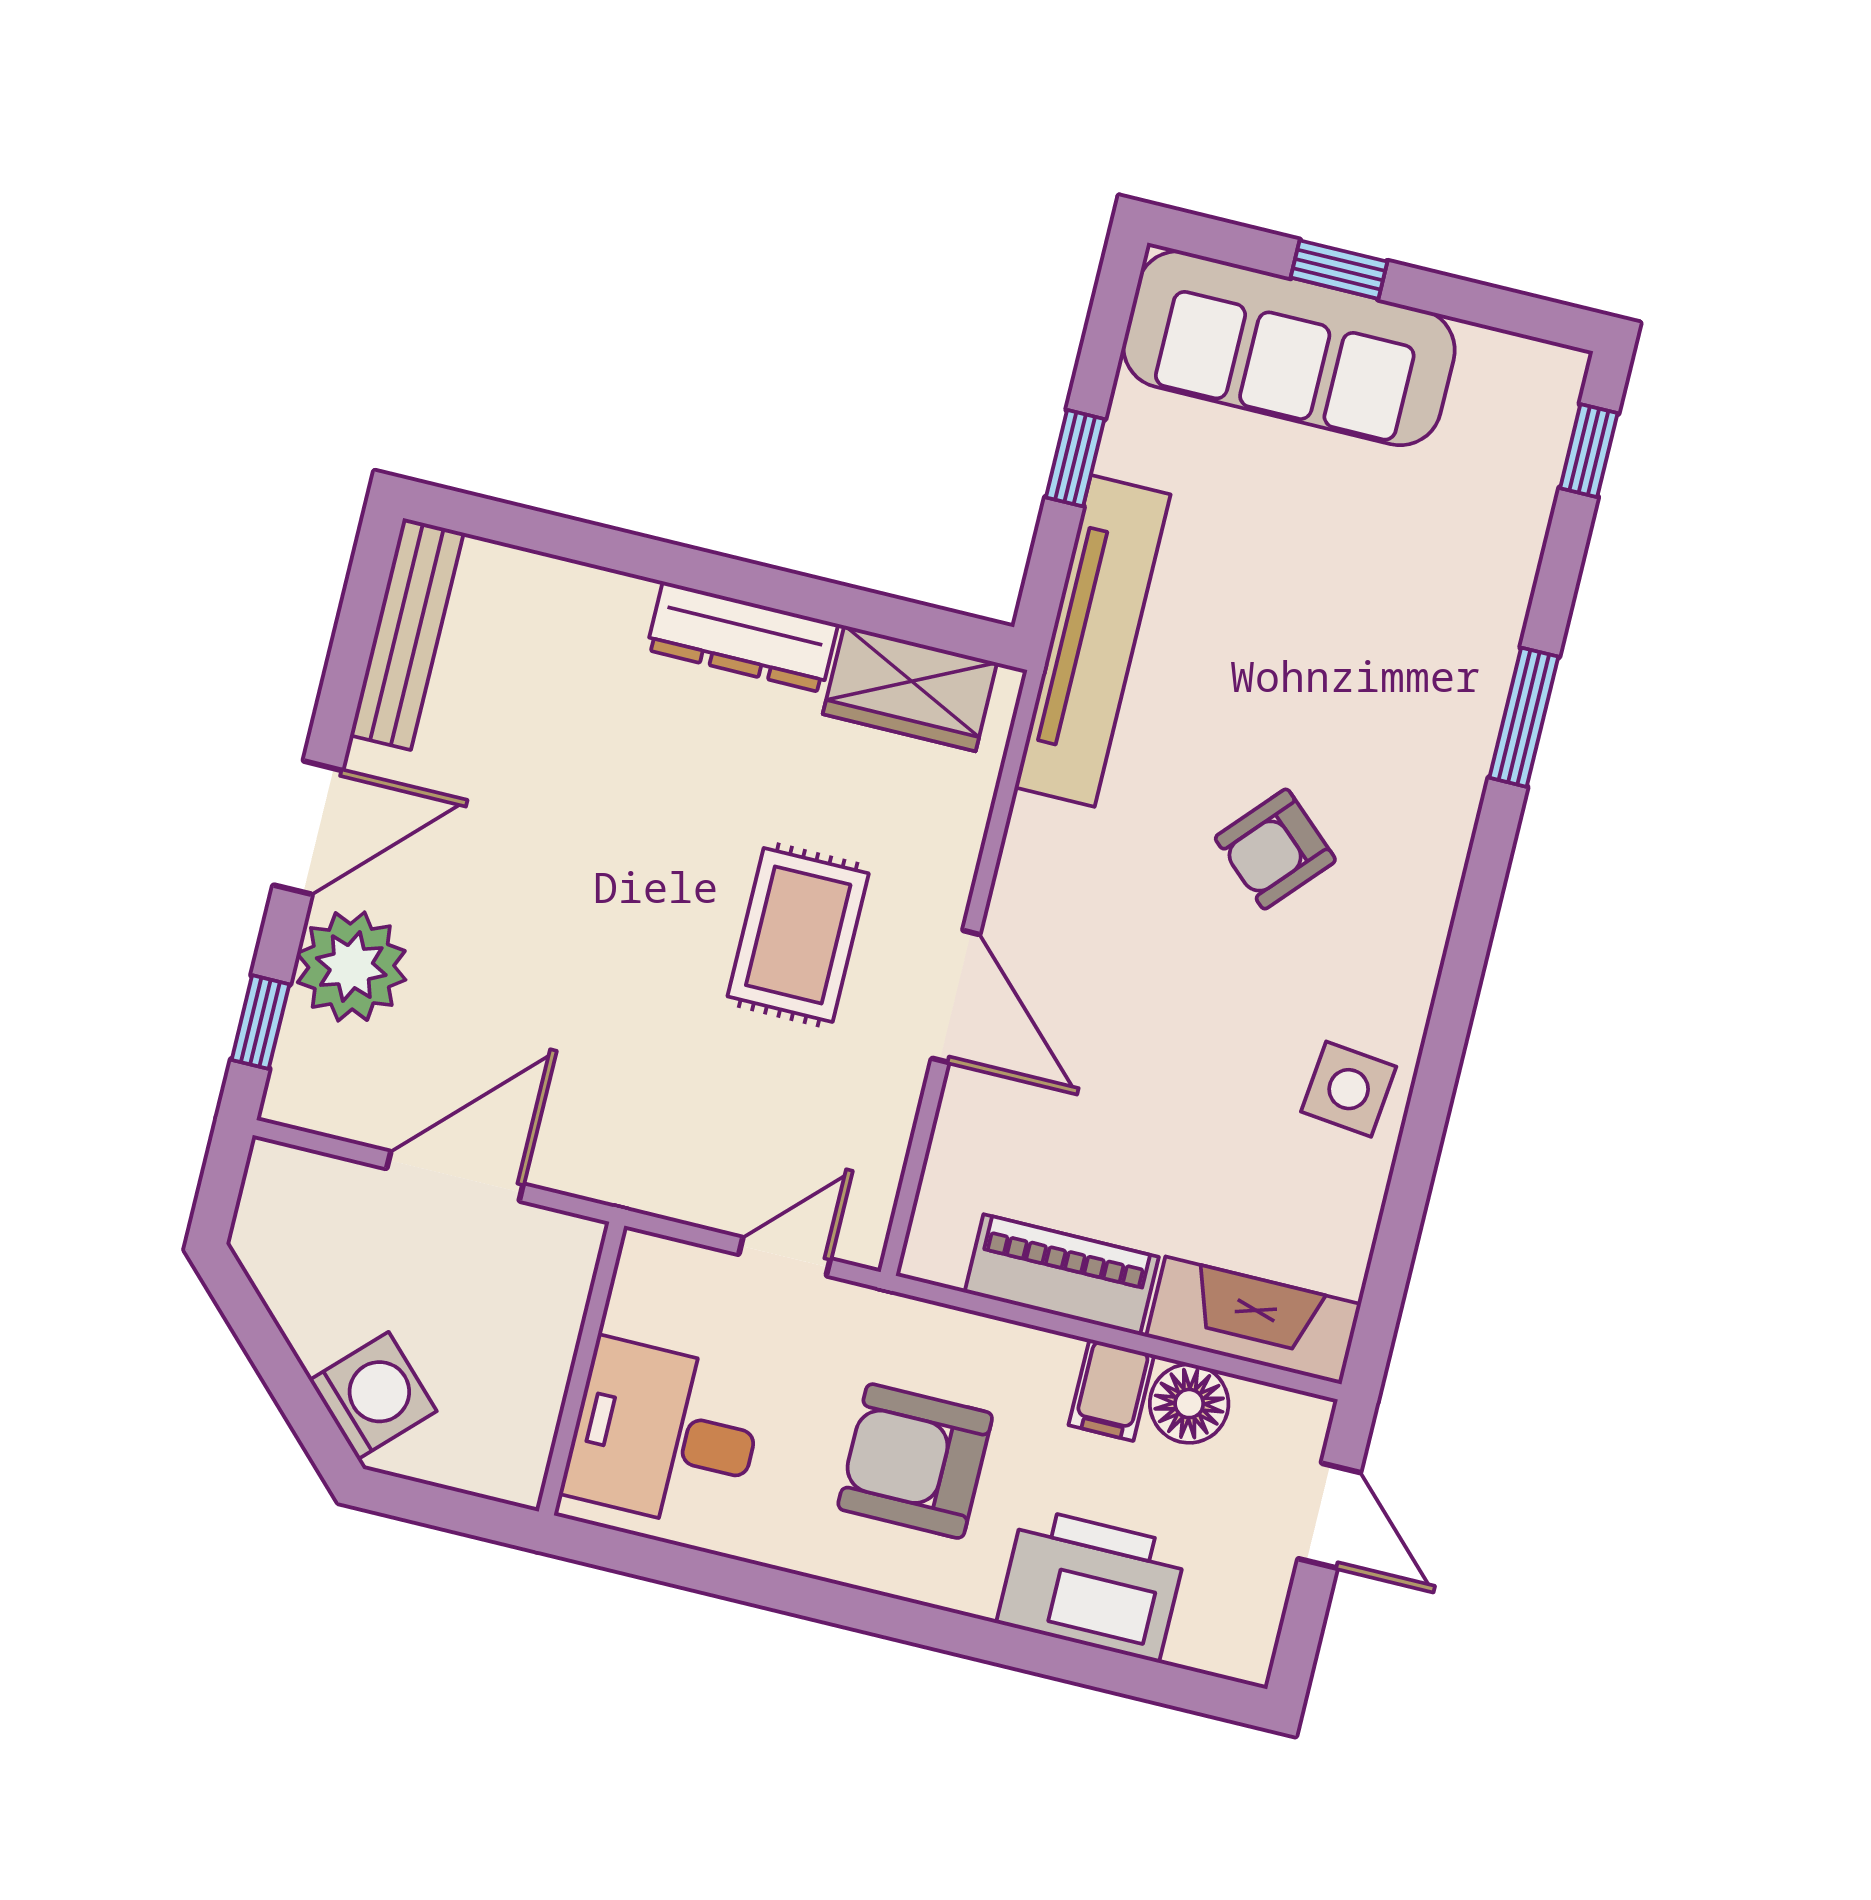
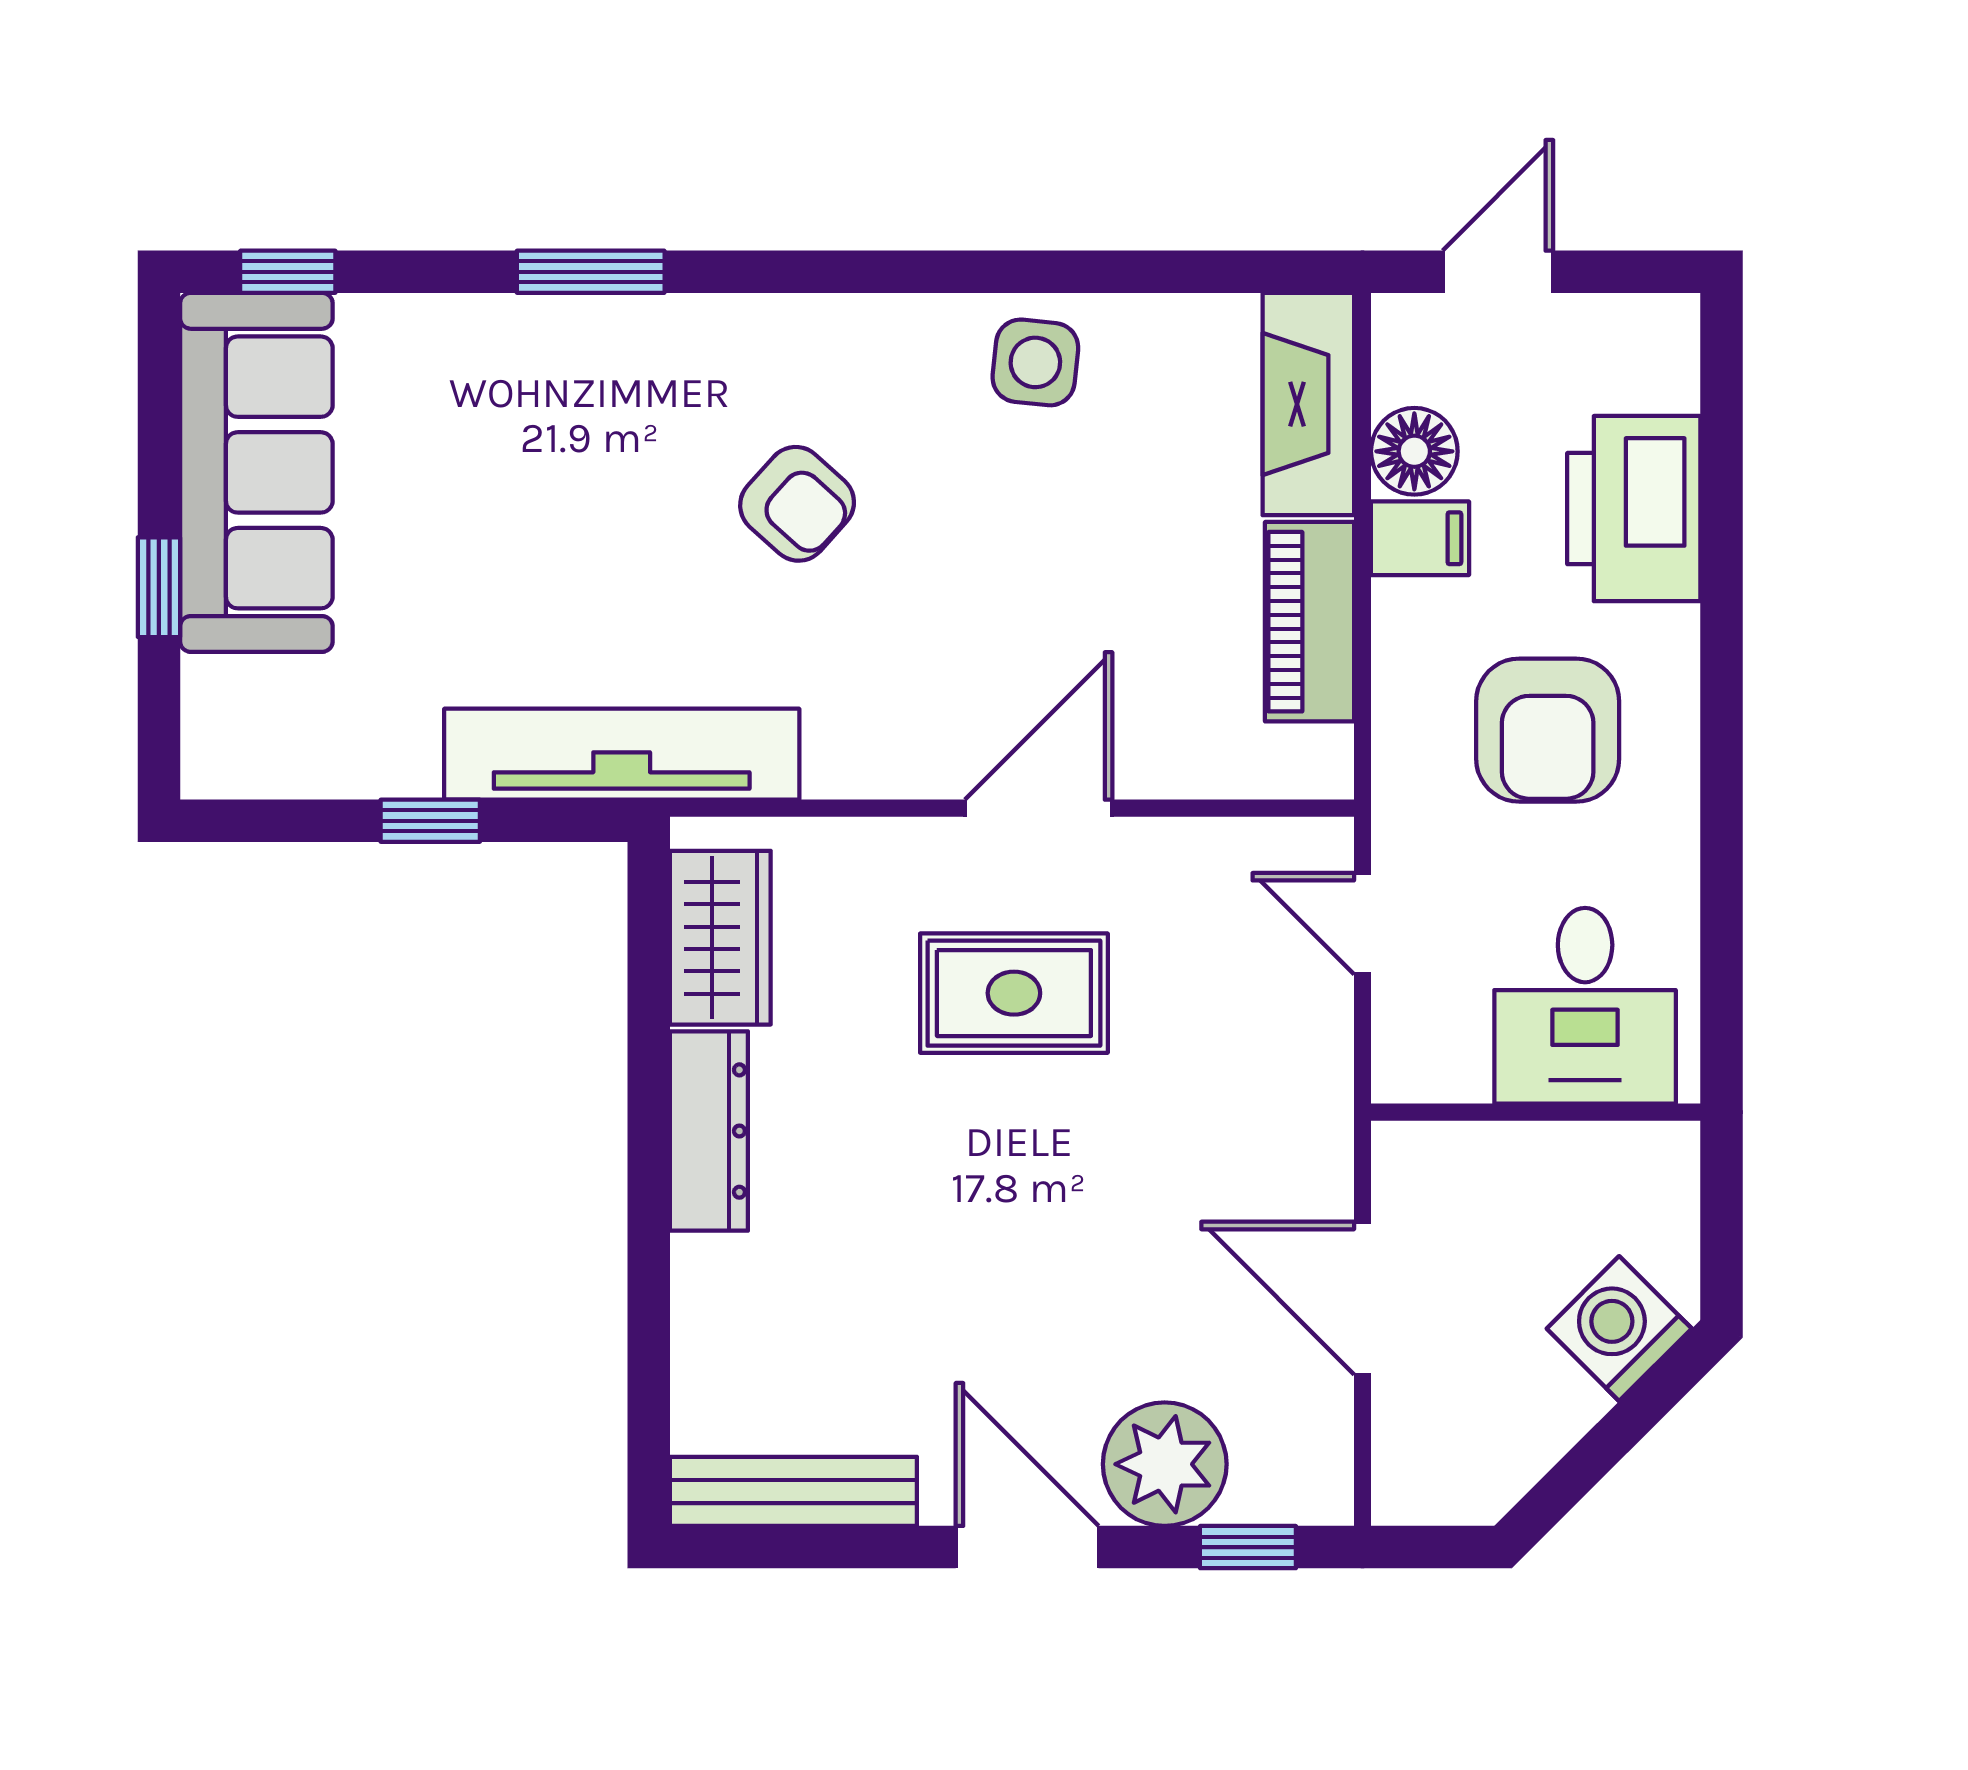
sofa: (1289, 348) -> (256, 472), moved

